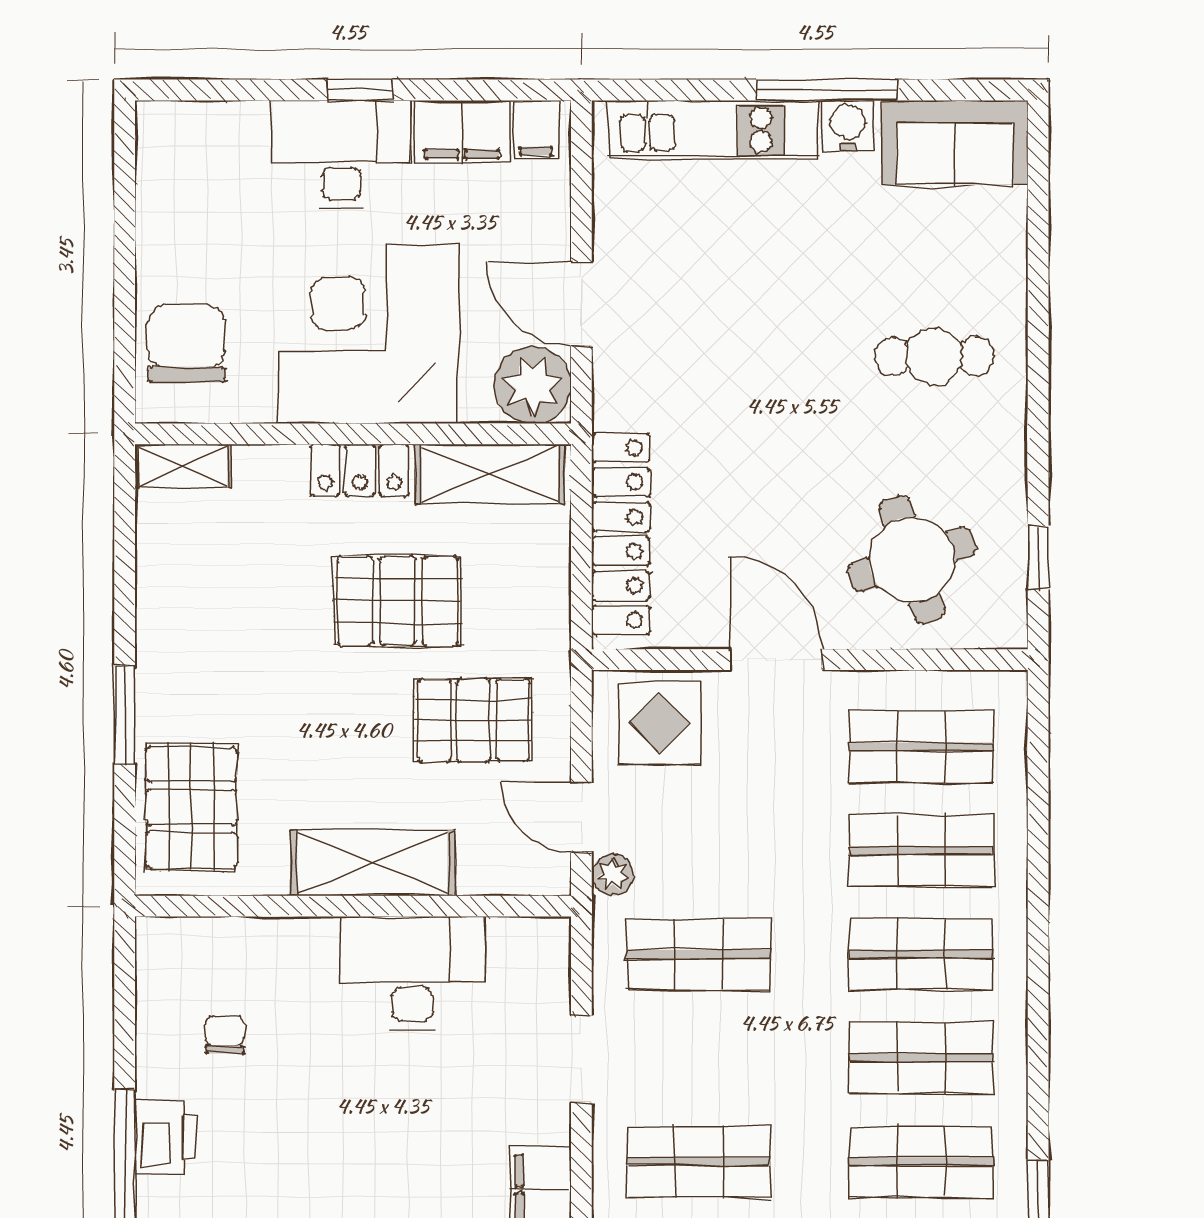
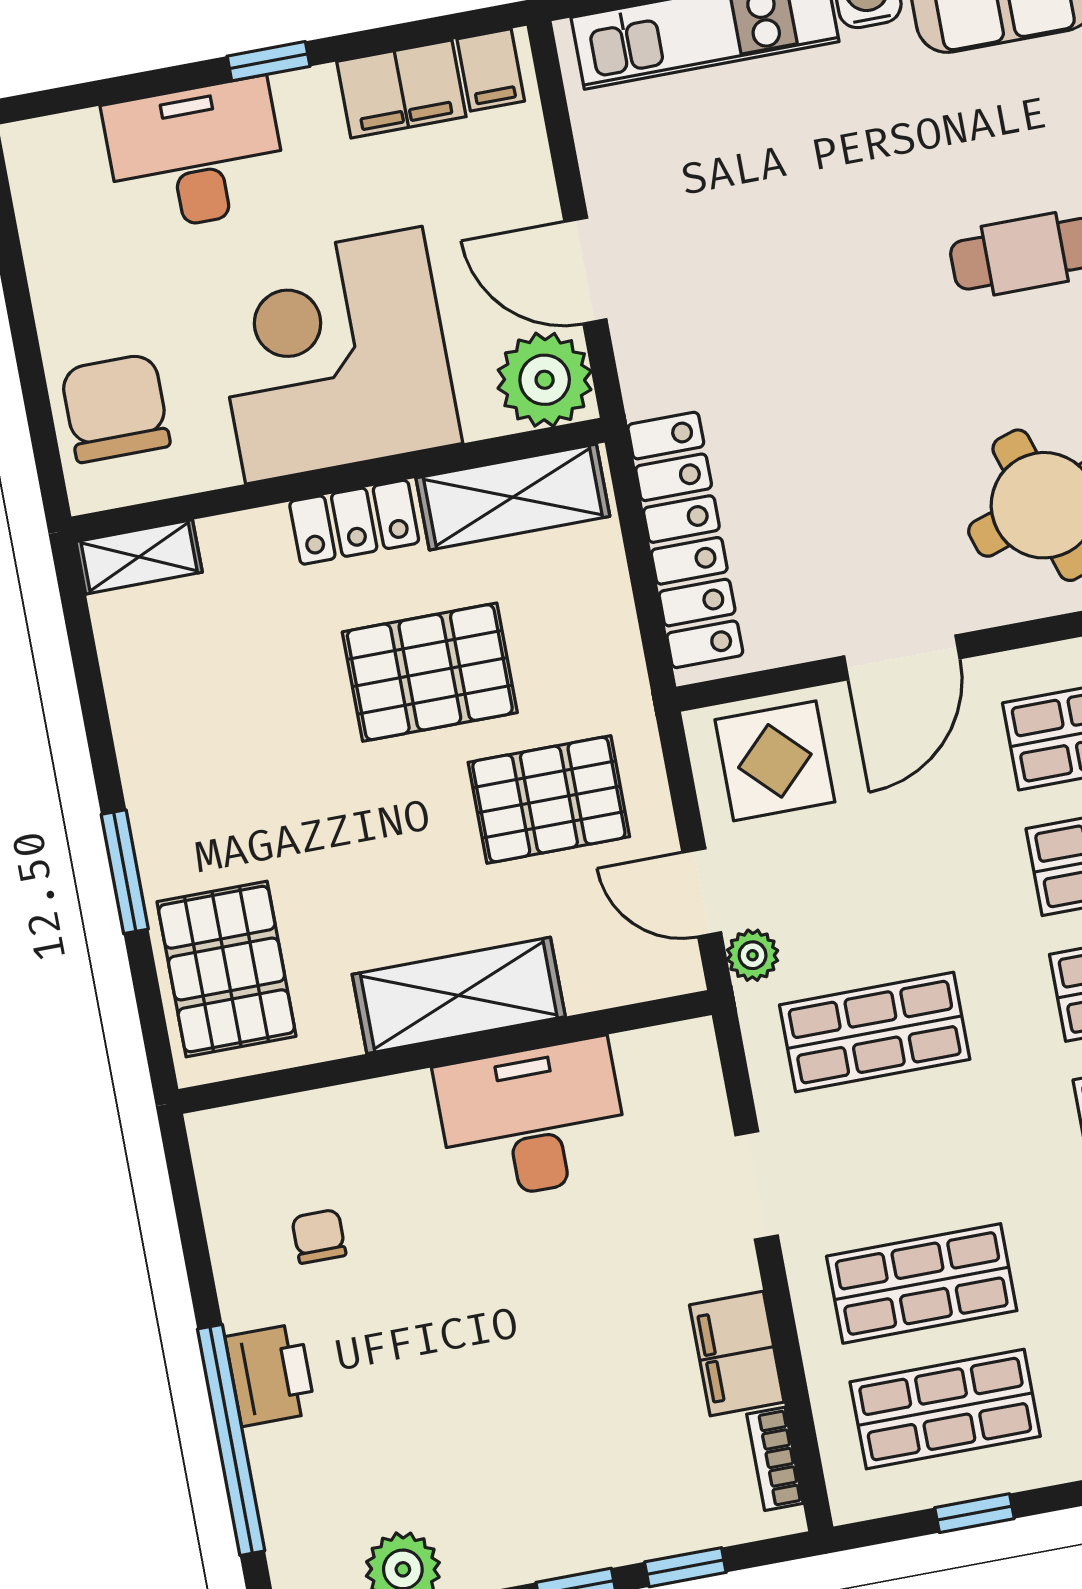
desk: (341, 154) -> (195, 156), moved
door: (776, 660) -> (902, 657), swing flipped

